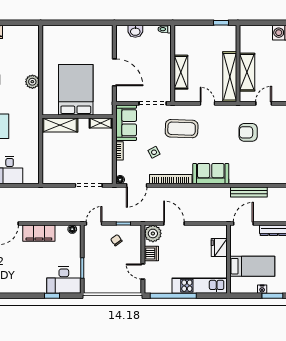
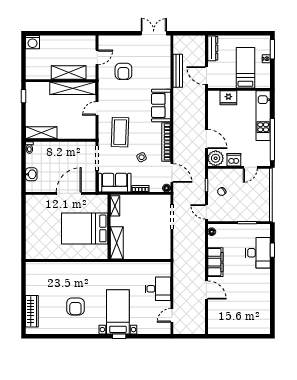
shelving: (181, 72) -> (41, 133), moved
plant: (32, 82) -> (77, 268), removed
door: (264, 103) -> (97, 57), swing flipped
door: (174, 223) -> (206, 139), swing flipped
desk: (64, 280) -> (258, 253), moved

